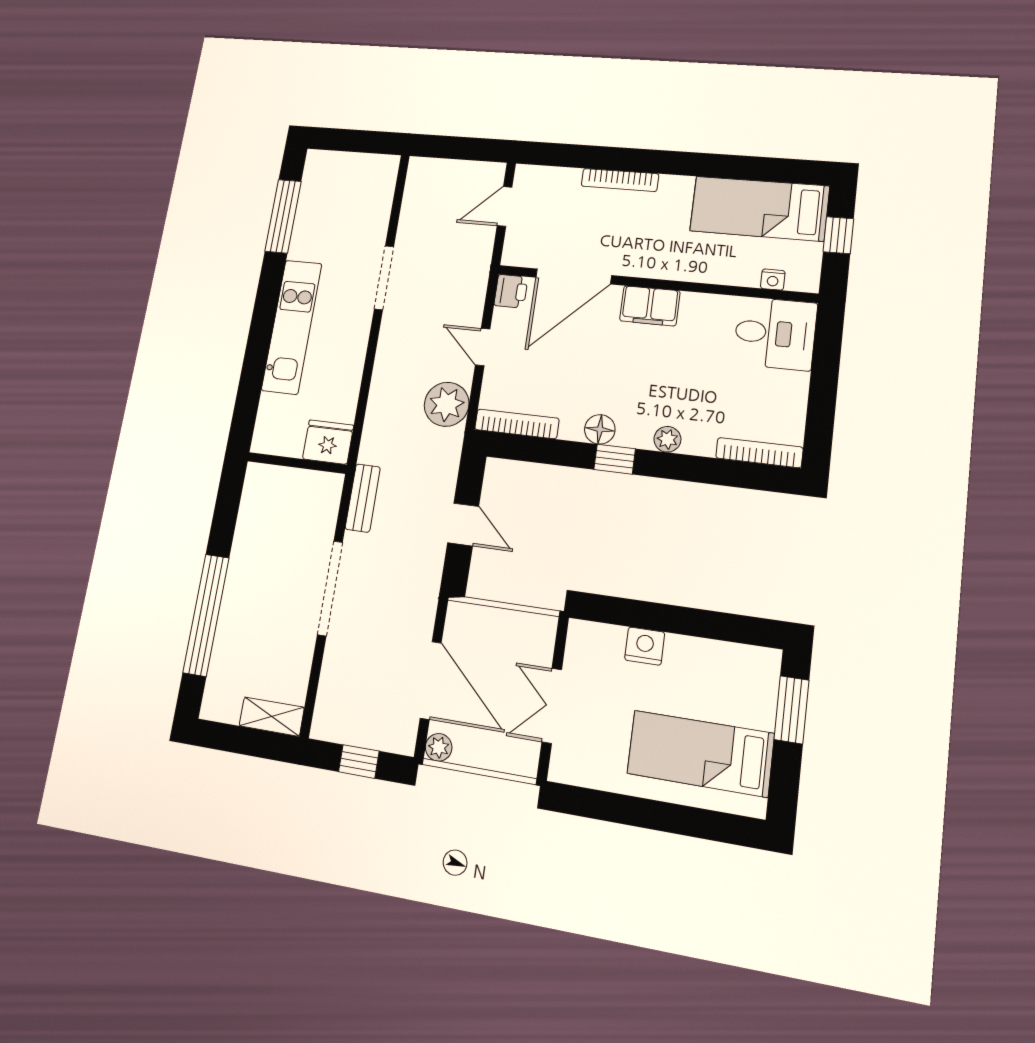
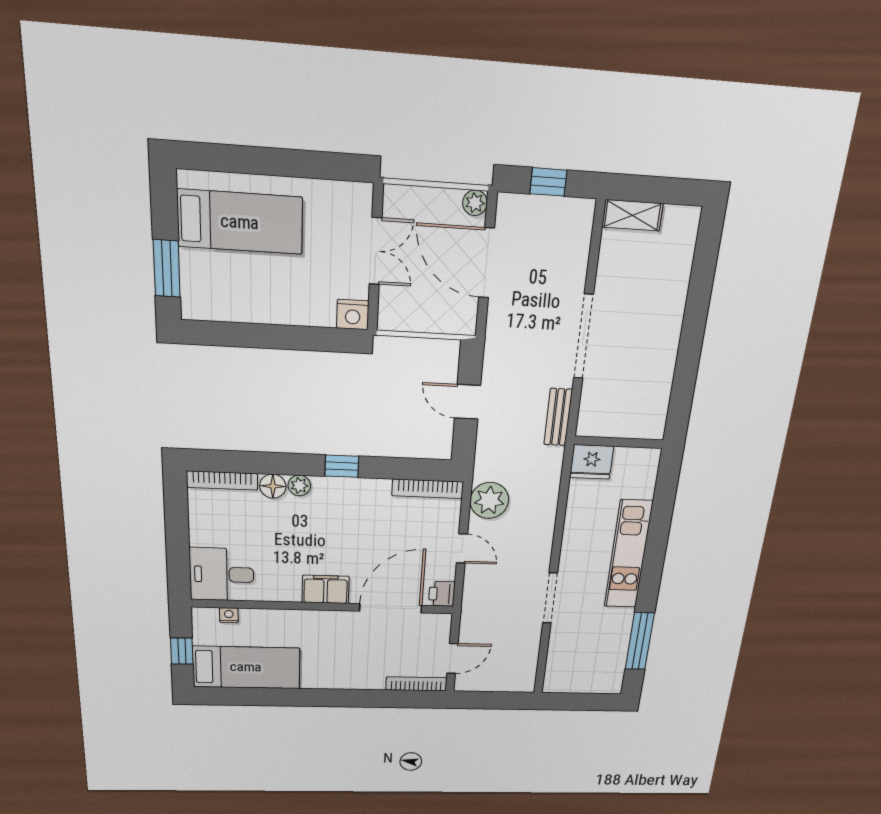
bookcase: (620, 180) -> (416, 684), moved
floor lamp: (600, 429) -> (273, 486), moved
window: (206, 615) -> (698, 303), removed
nightstand: (645, 646) -> (353, 315), moved

